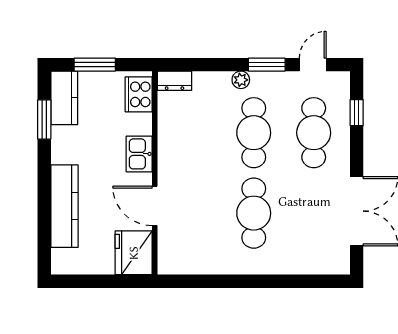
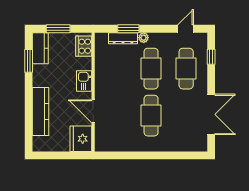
window: (267, 65) -> (128, 29), moved
dresser: (174, 81) -> (123, 38), moved, width x1.44

